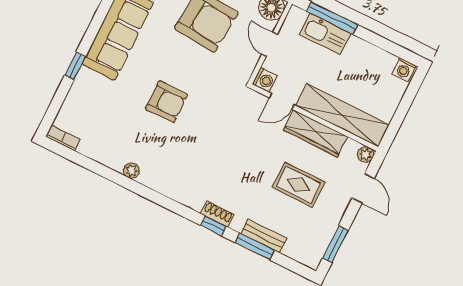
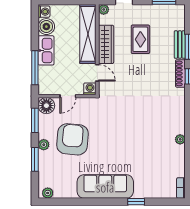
kitchen sink: (325, 34) -> (46, 50), moved
boiler: (382, 63) -> (46, 27), added
armchair: (167, 102) -> (130, 139), removed
shoe rack: (217, 214) -> (180, 73), width x1.43

